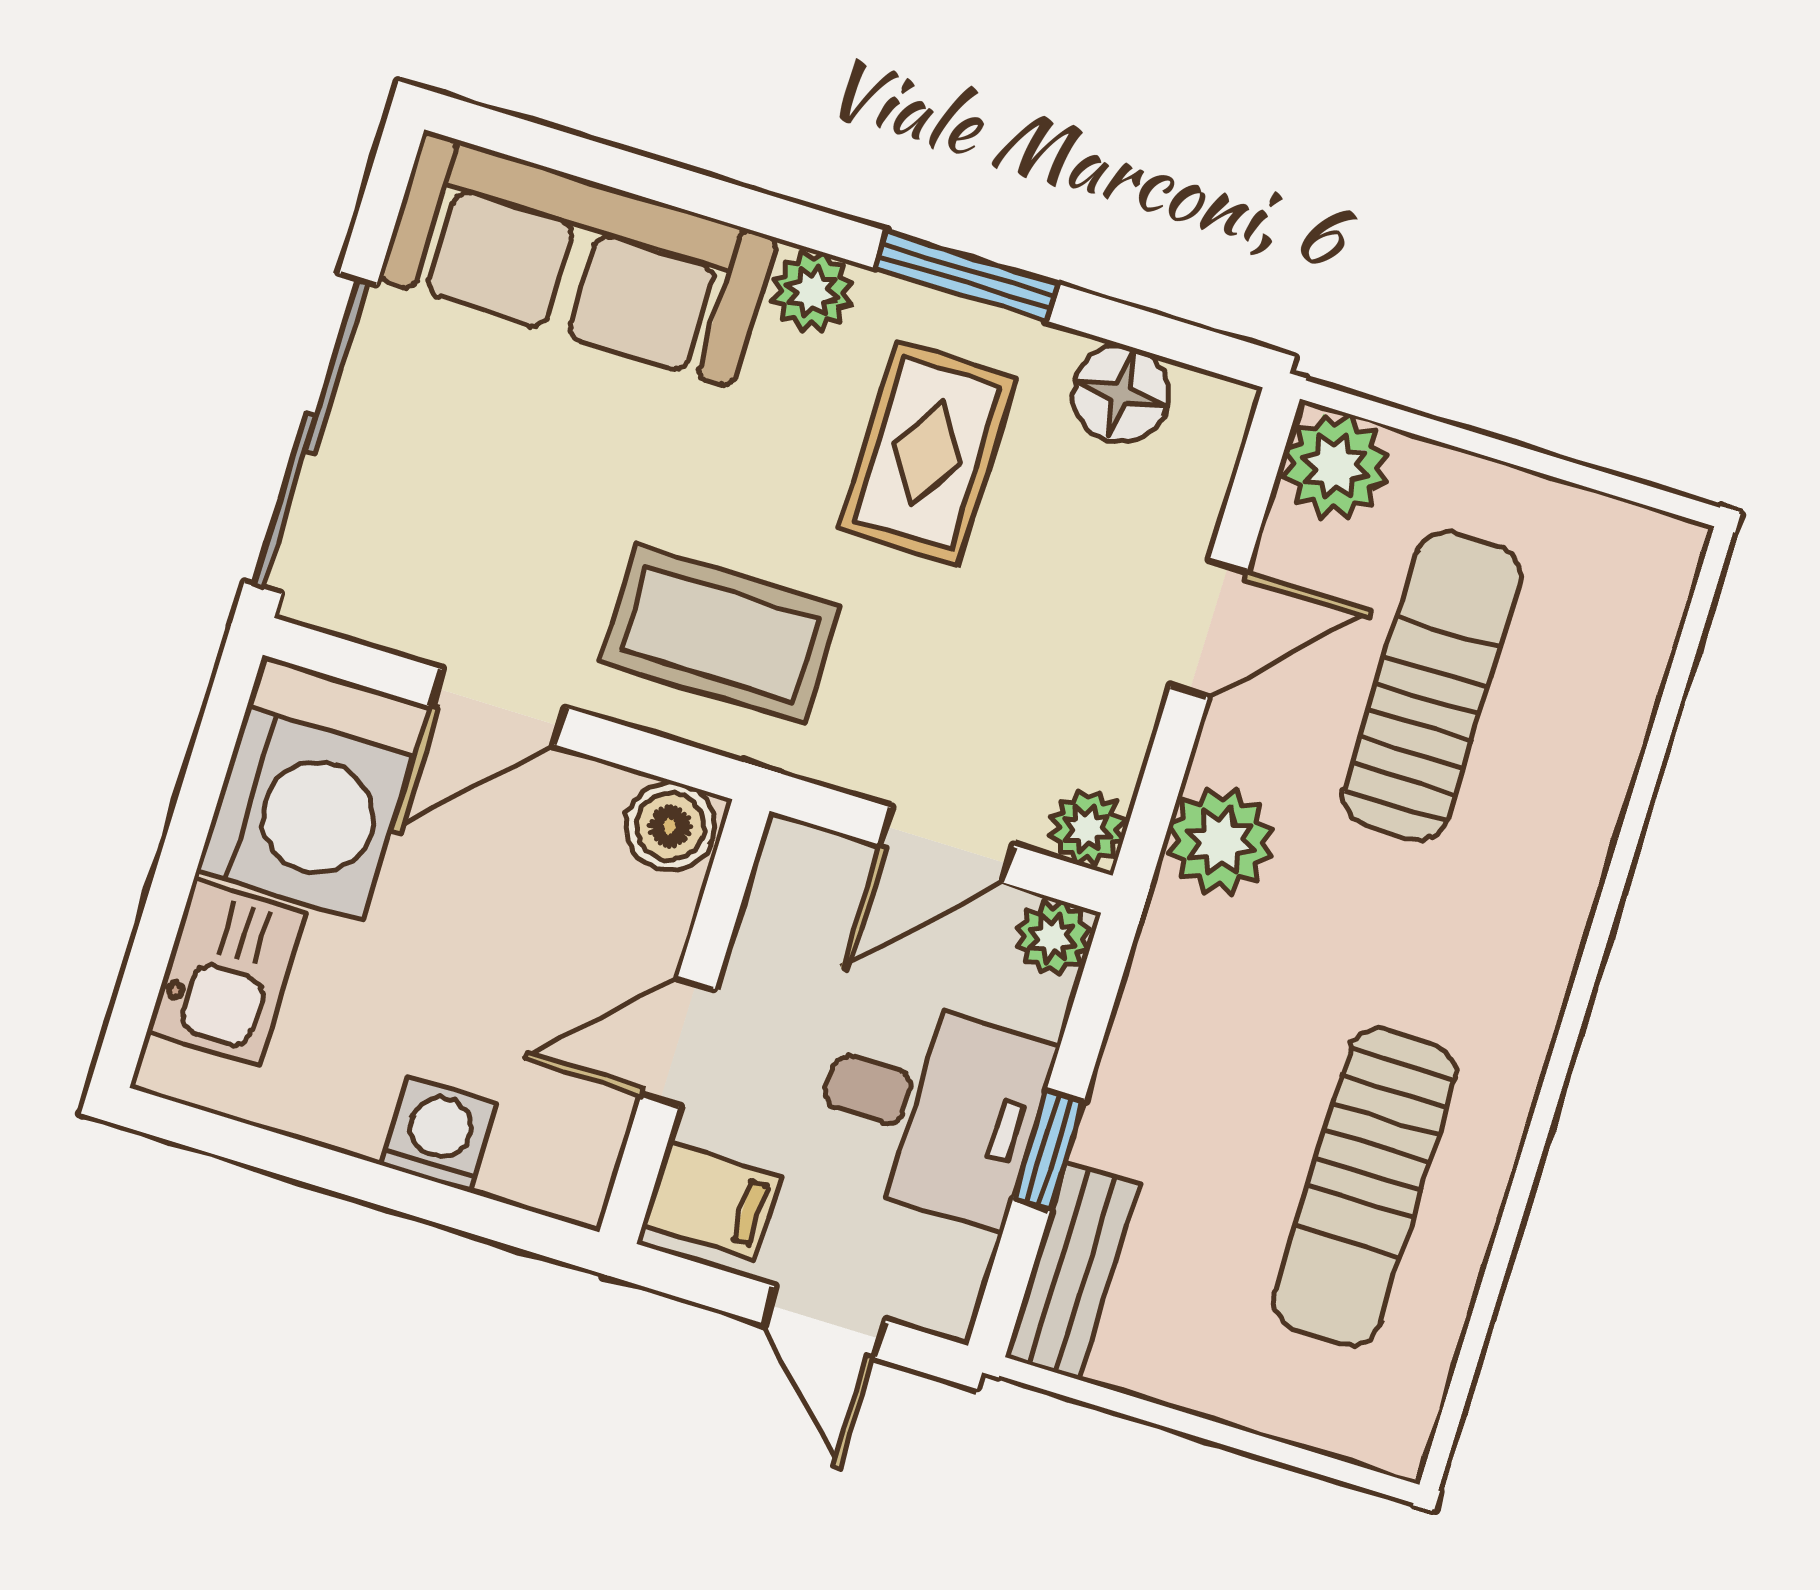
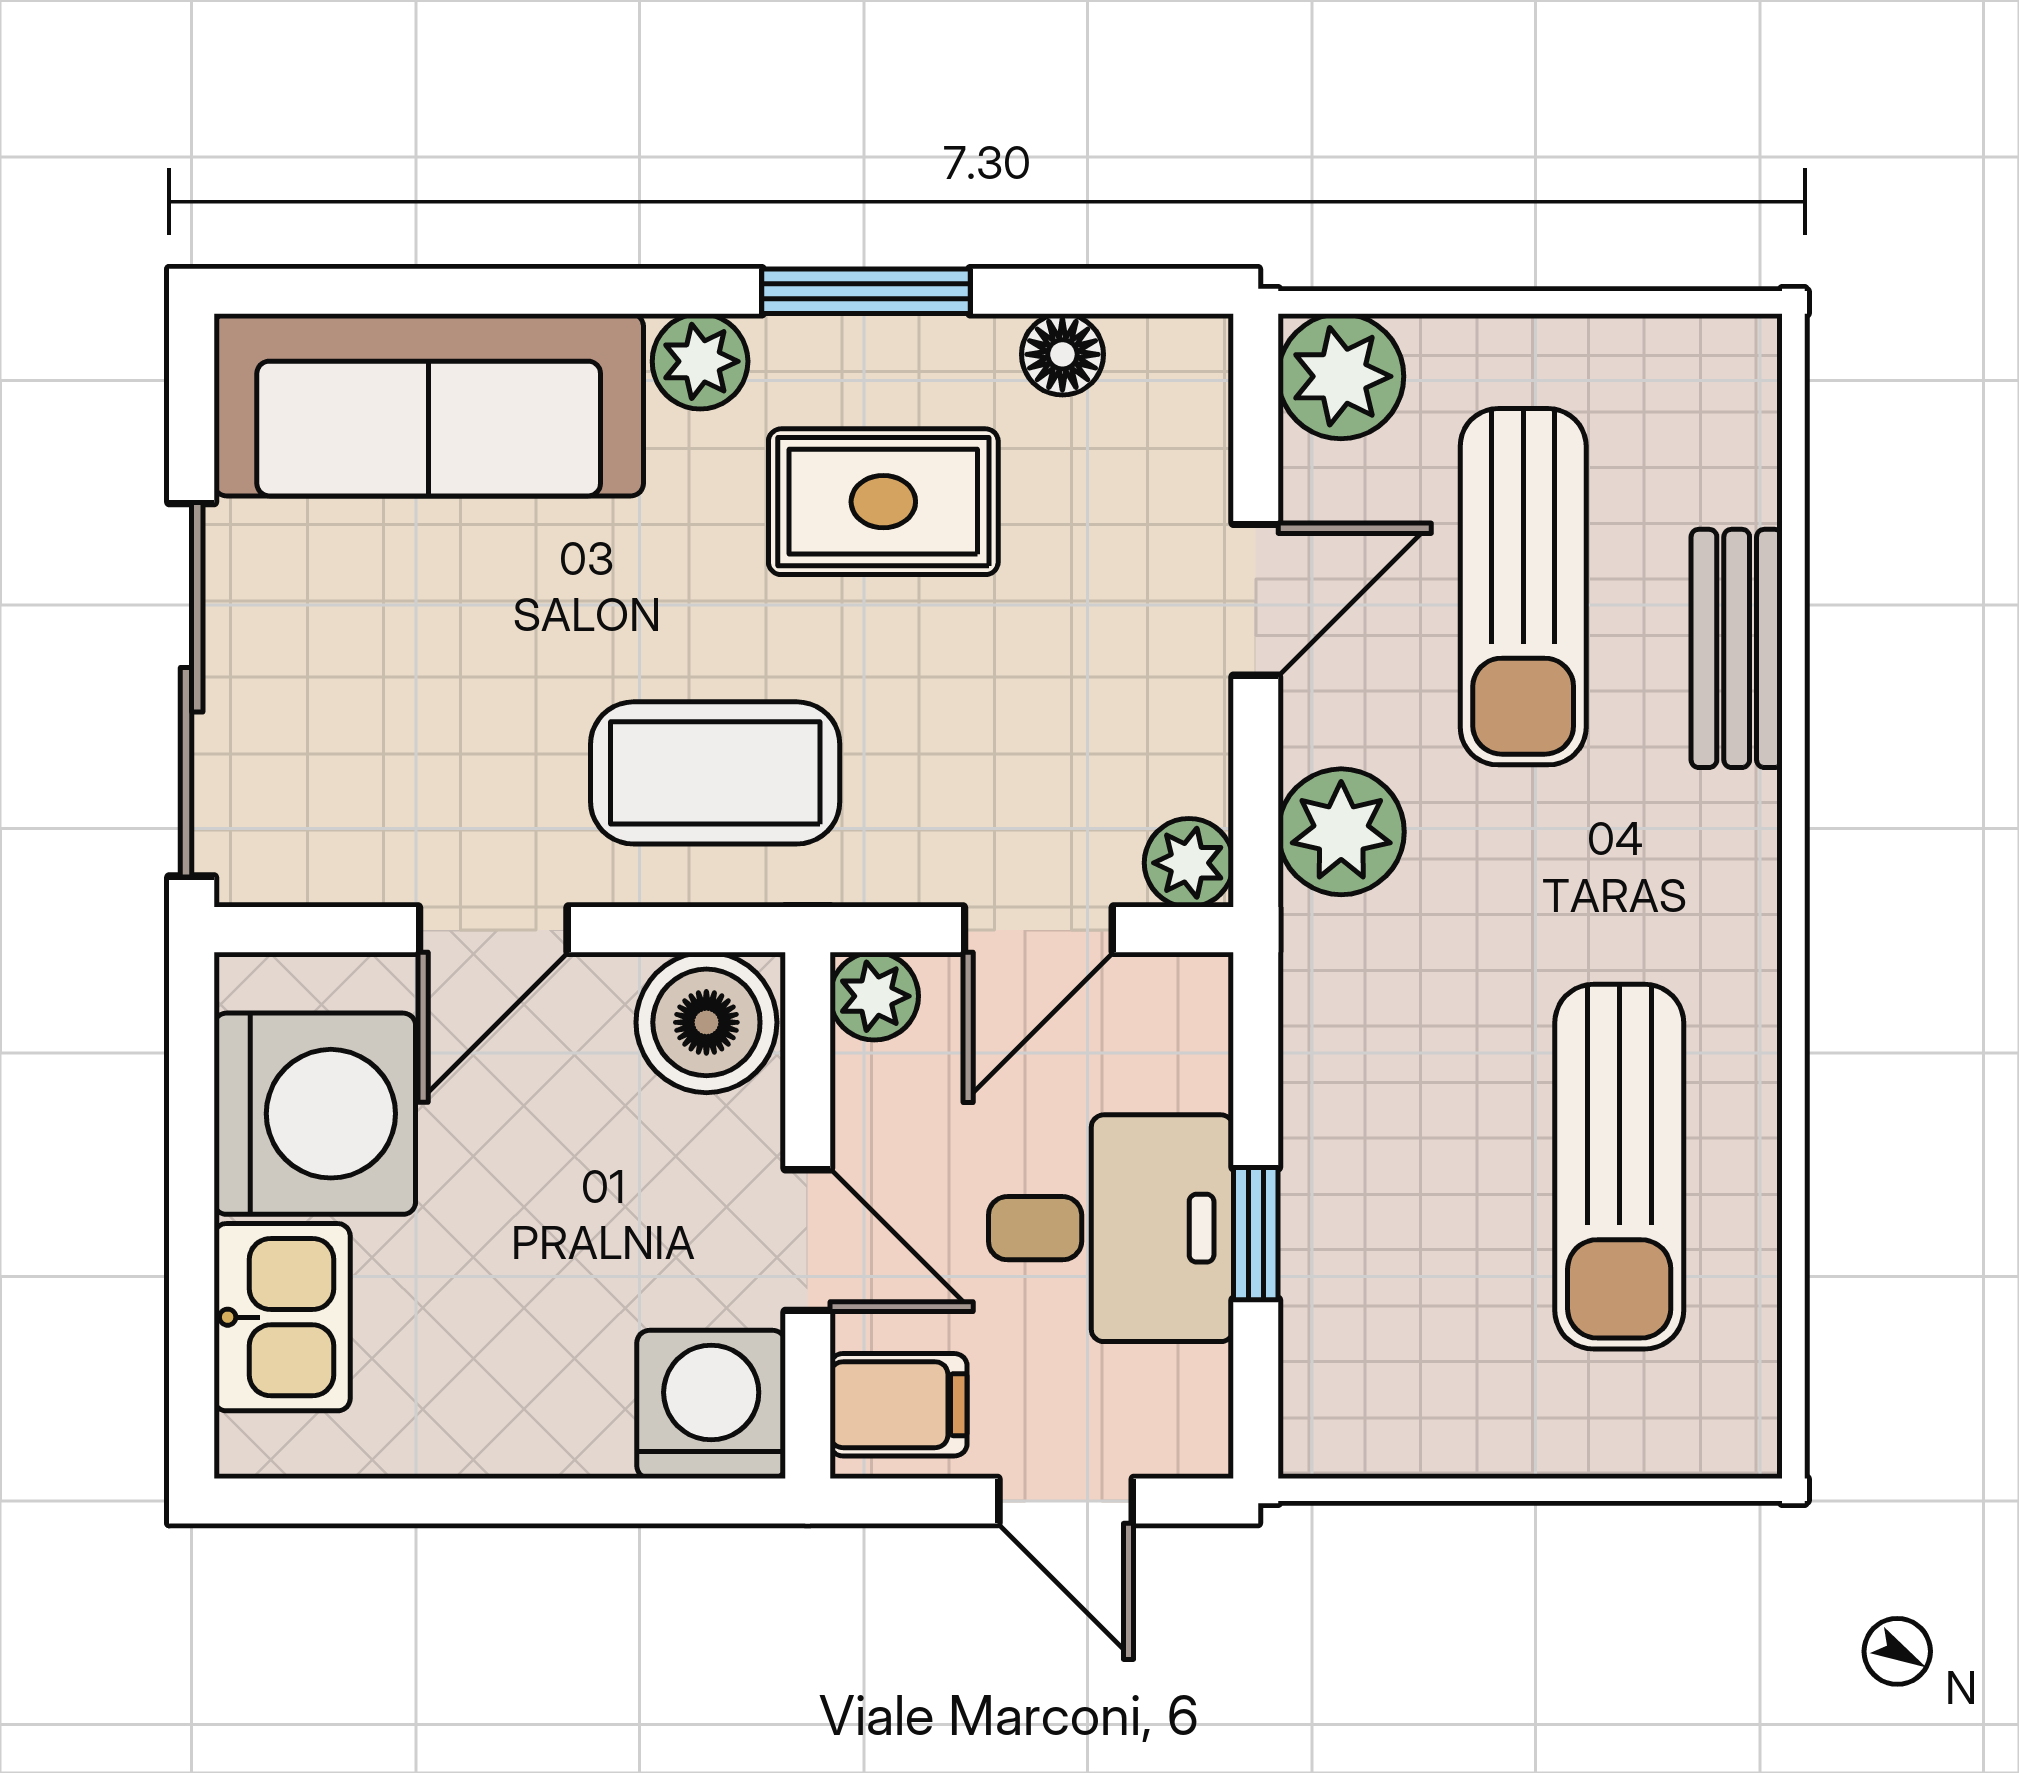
floor lamp: (1121, 394) -> (1062, 354), width x0.73, depth x0.73
rug: (927, 454) -> (883, 502), turned 90
sun lounger: (1432, 685) -> (1523, 587), turned 180
boiler: (670, 827) -> (706, 1022), width x1.36, depth x1.36
plant: (1053, 937) -> (874, 996), moved
door: (678, 1042) -> (808, 1240), swing flipped
washing machine: (439, 1135) -> (711, 1404), moved, width x1.38, depth x1.38
bench: (1073, 1271) -> (1737, 648), moved

